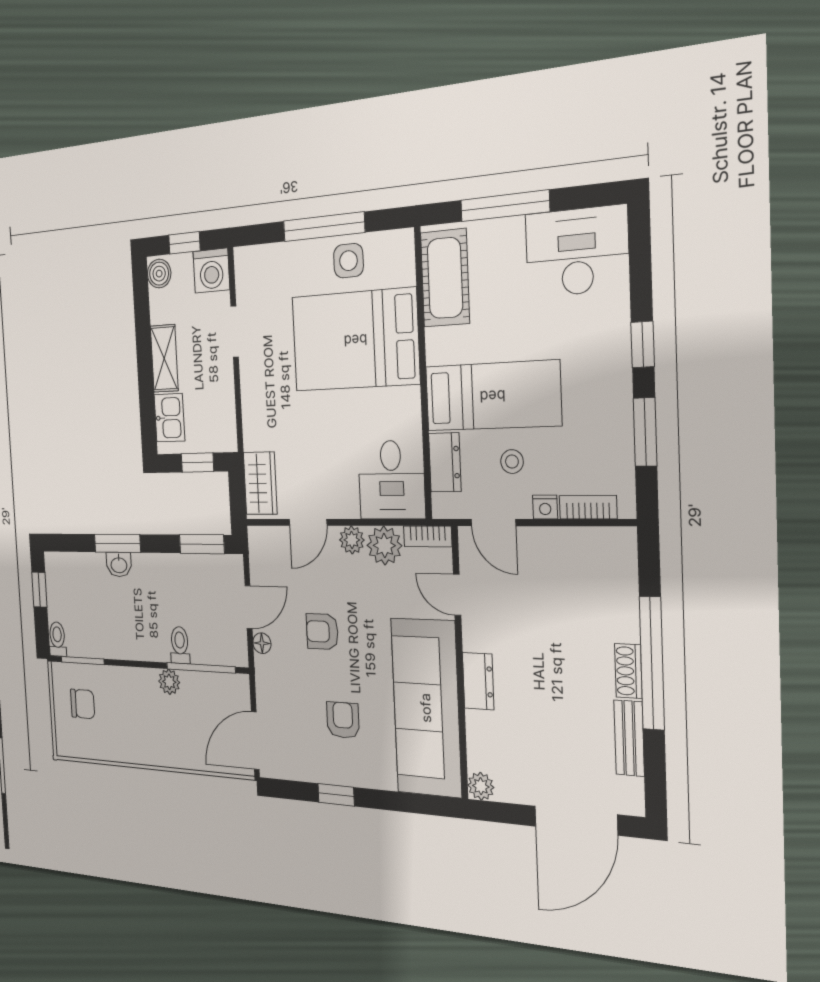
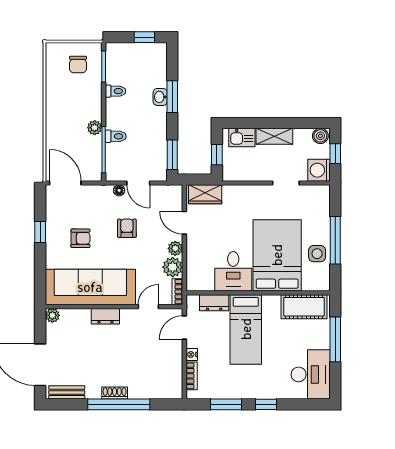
stool: (512, 462) -> (214, 338), removed
desk: (391, 480) -> (233, 271), moved, turned -90
toilet: (57, 639) -> (115, 91), moved
bench: (629, 738) -> (67, 392), moved

